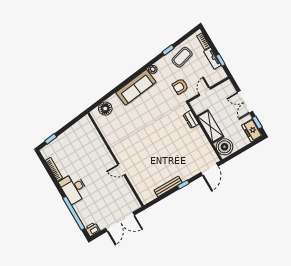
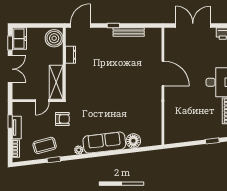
floor lamp: (105, 109) -> (133, 141), moved
dresser: (191, 119) -> (71, 55), moved
shelving: (210, 126) -> (56, 82), moved
door: (121, 170) -> (163, 74), width x1.87

